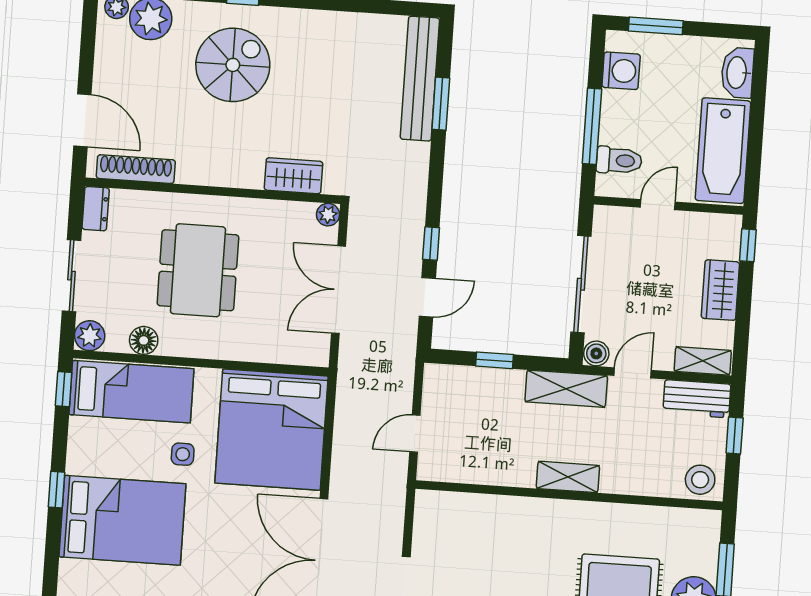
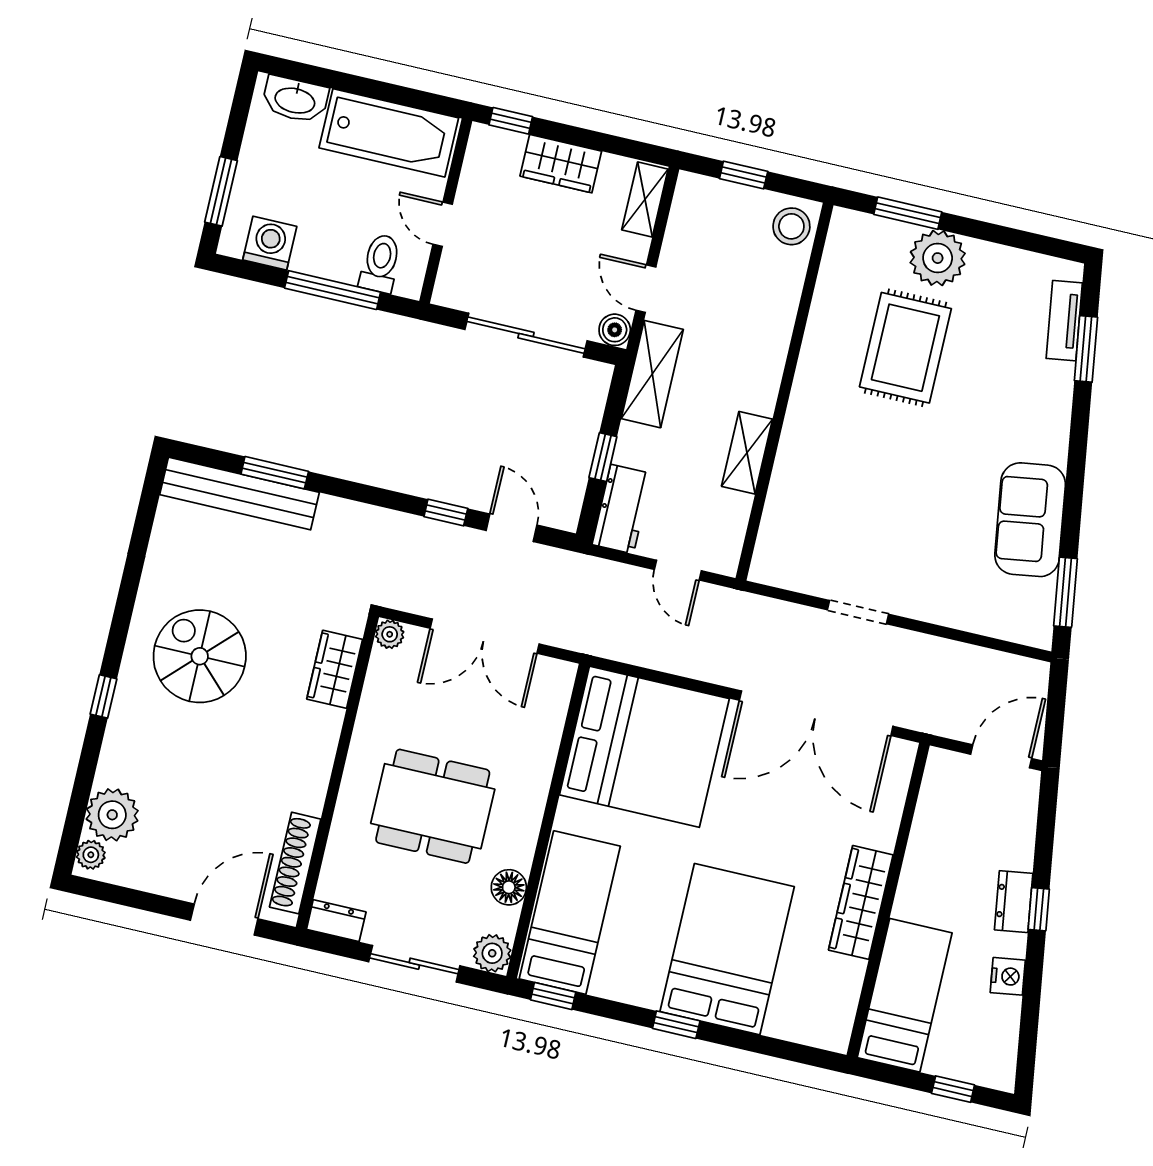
spiral stairs: (233, 65) -> (200, 656), moved
workbench: (697, 399) -> (622, 509), moved
side table: (183, 454) -> (657, 862), removed
shelving: (568, 477) -> (747, 453), moved

